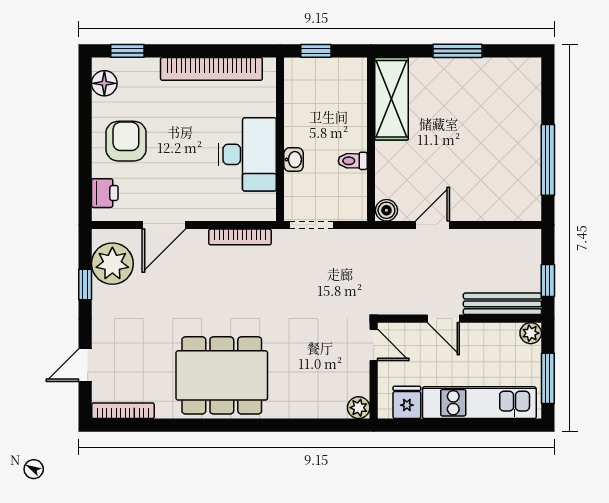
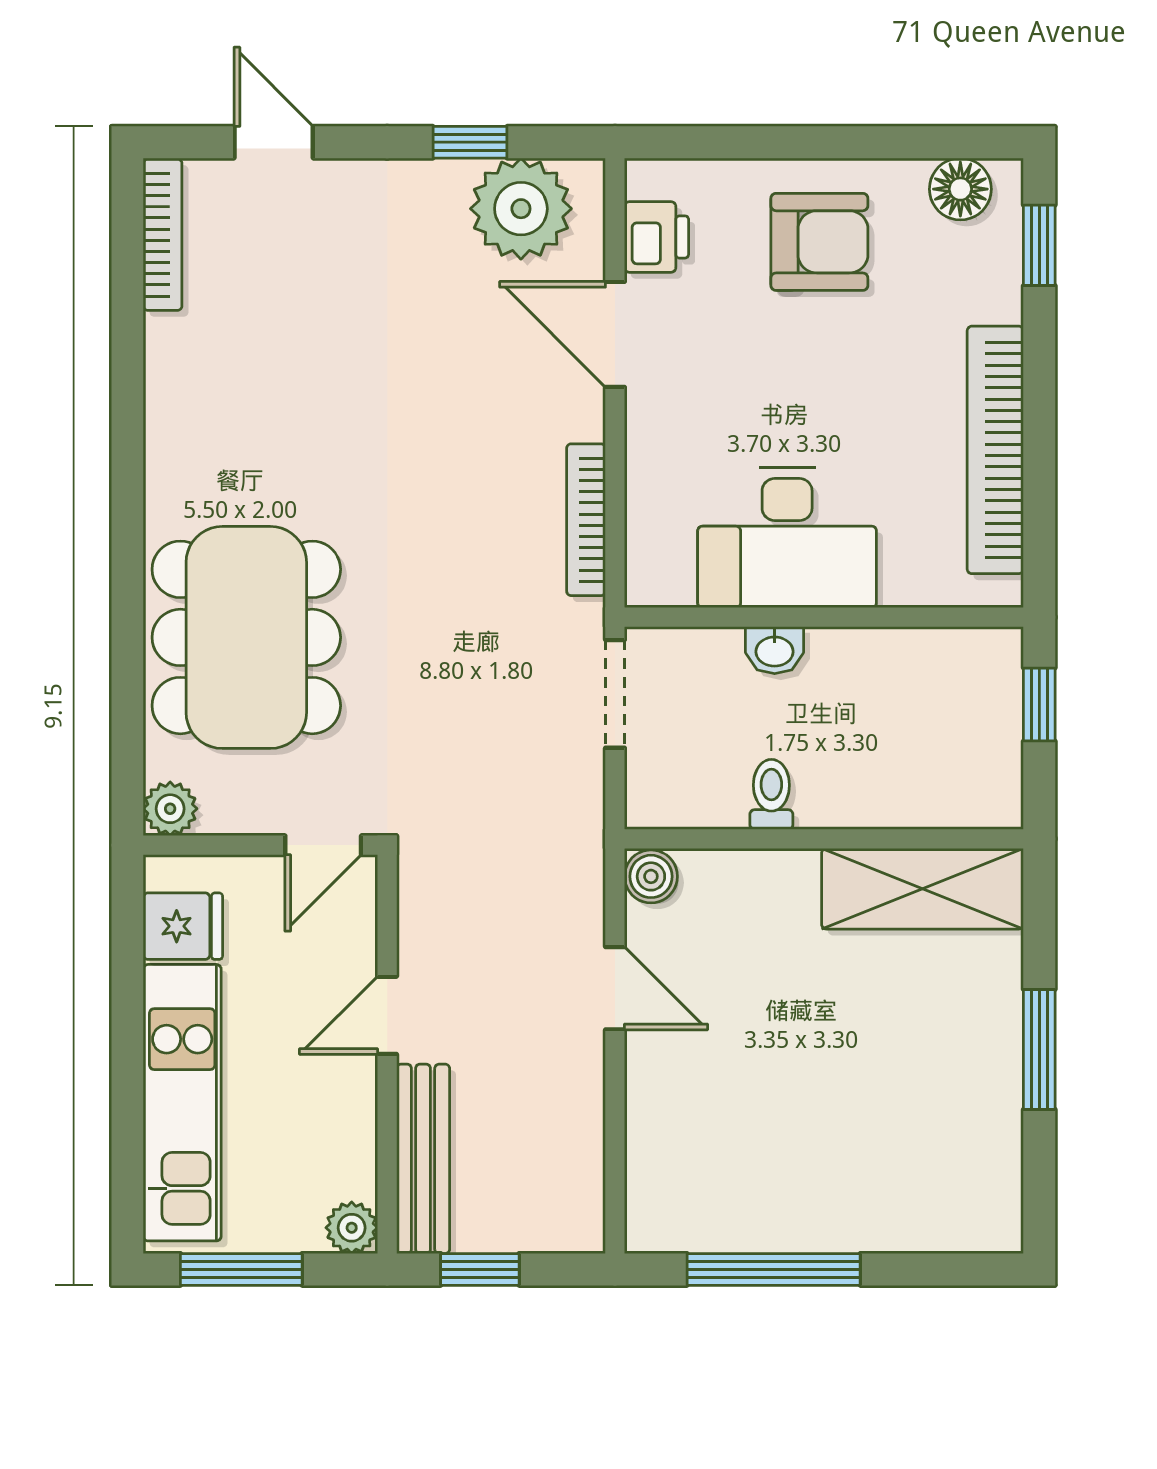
printer: (105, 193) -> (657, 237), moved, turned -90
dining table: (222, 375) -> (246, 637), moved

